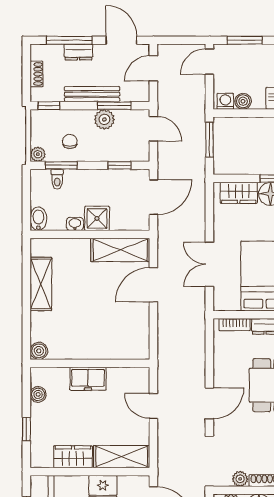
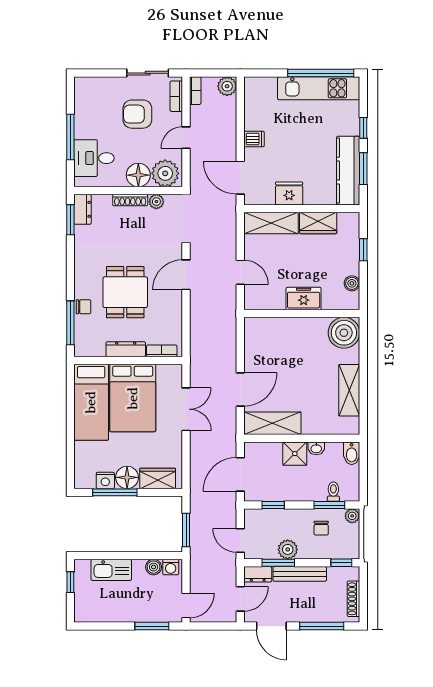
dresser: (78, 52) -> (258, 574), moved, turned 180
shoe rack: (36, 74) -> (353, 599), width x1.43
boiler: (39, 351) -> (344, 333), width x1.86, depth x1.86

